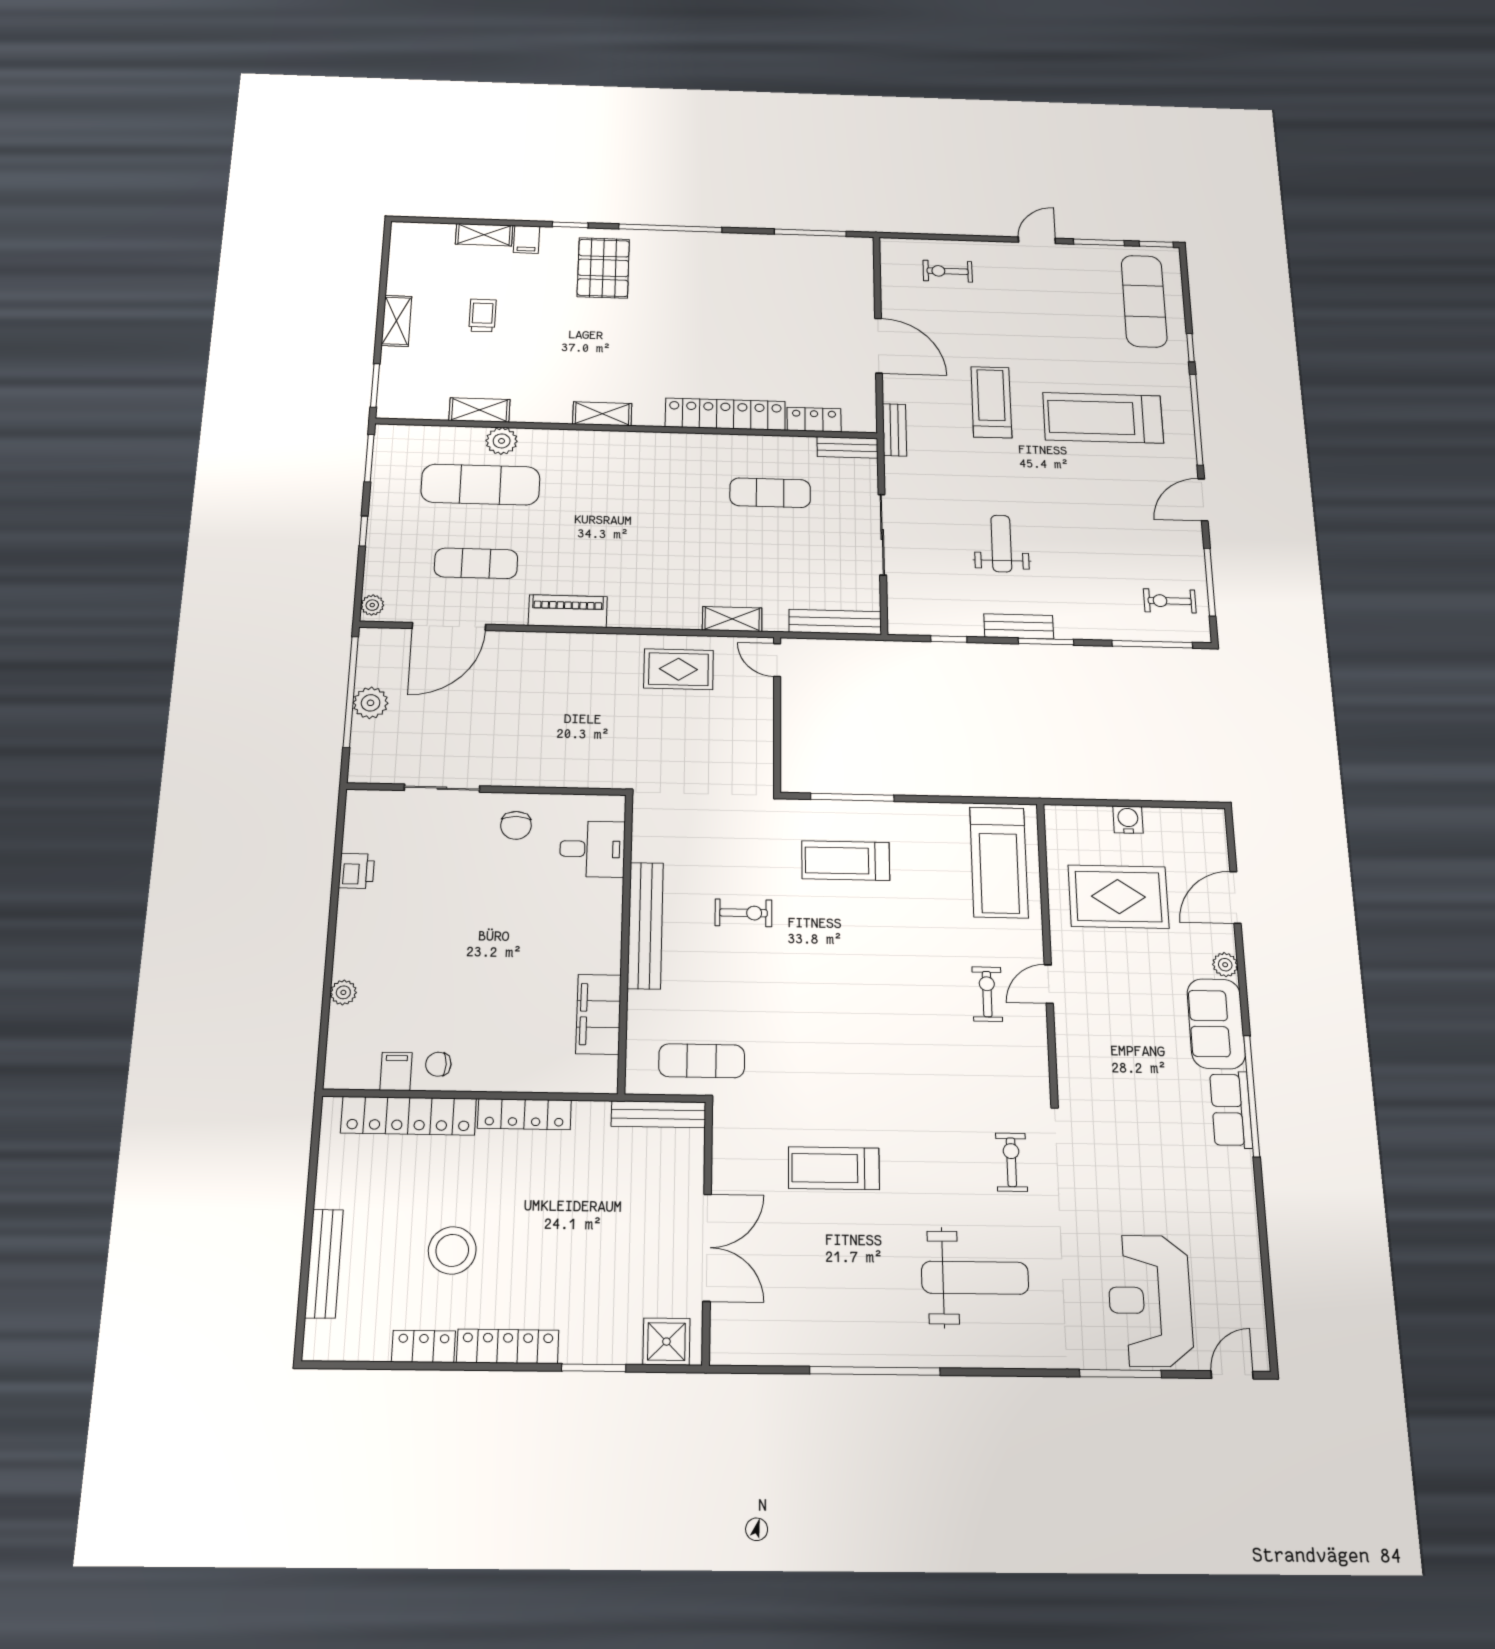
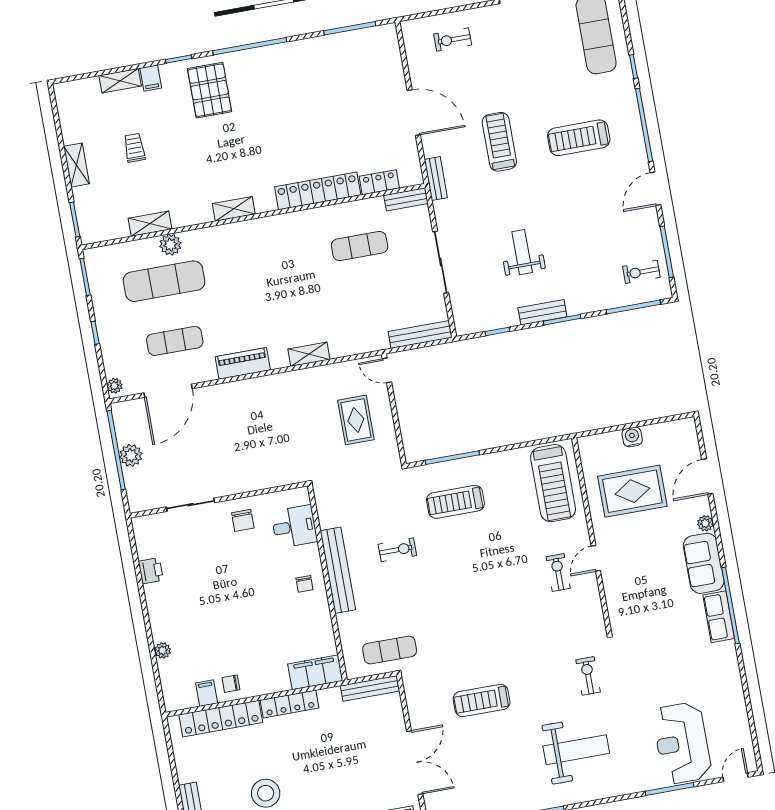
treadmill: (1103, 418) -> (579, 138), width x0.73, depth x0.73
shelving: (732, 619) -> (309, 354), moved
rug: (678, 669) -> (356, 420), moved, turned 90
chair: (589, 935) -> (304, 584), added
filing cabinet: (599, 1014) -> (315, 672), moved, turned 90

